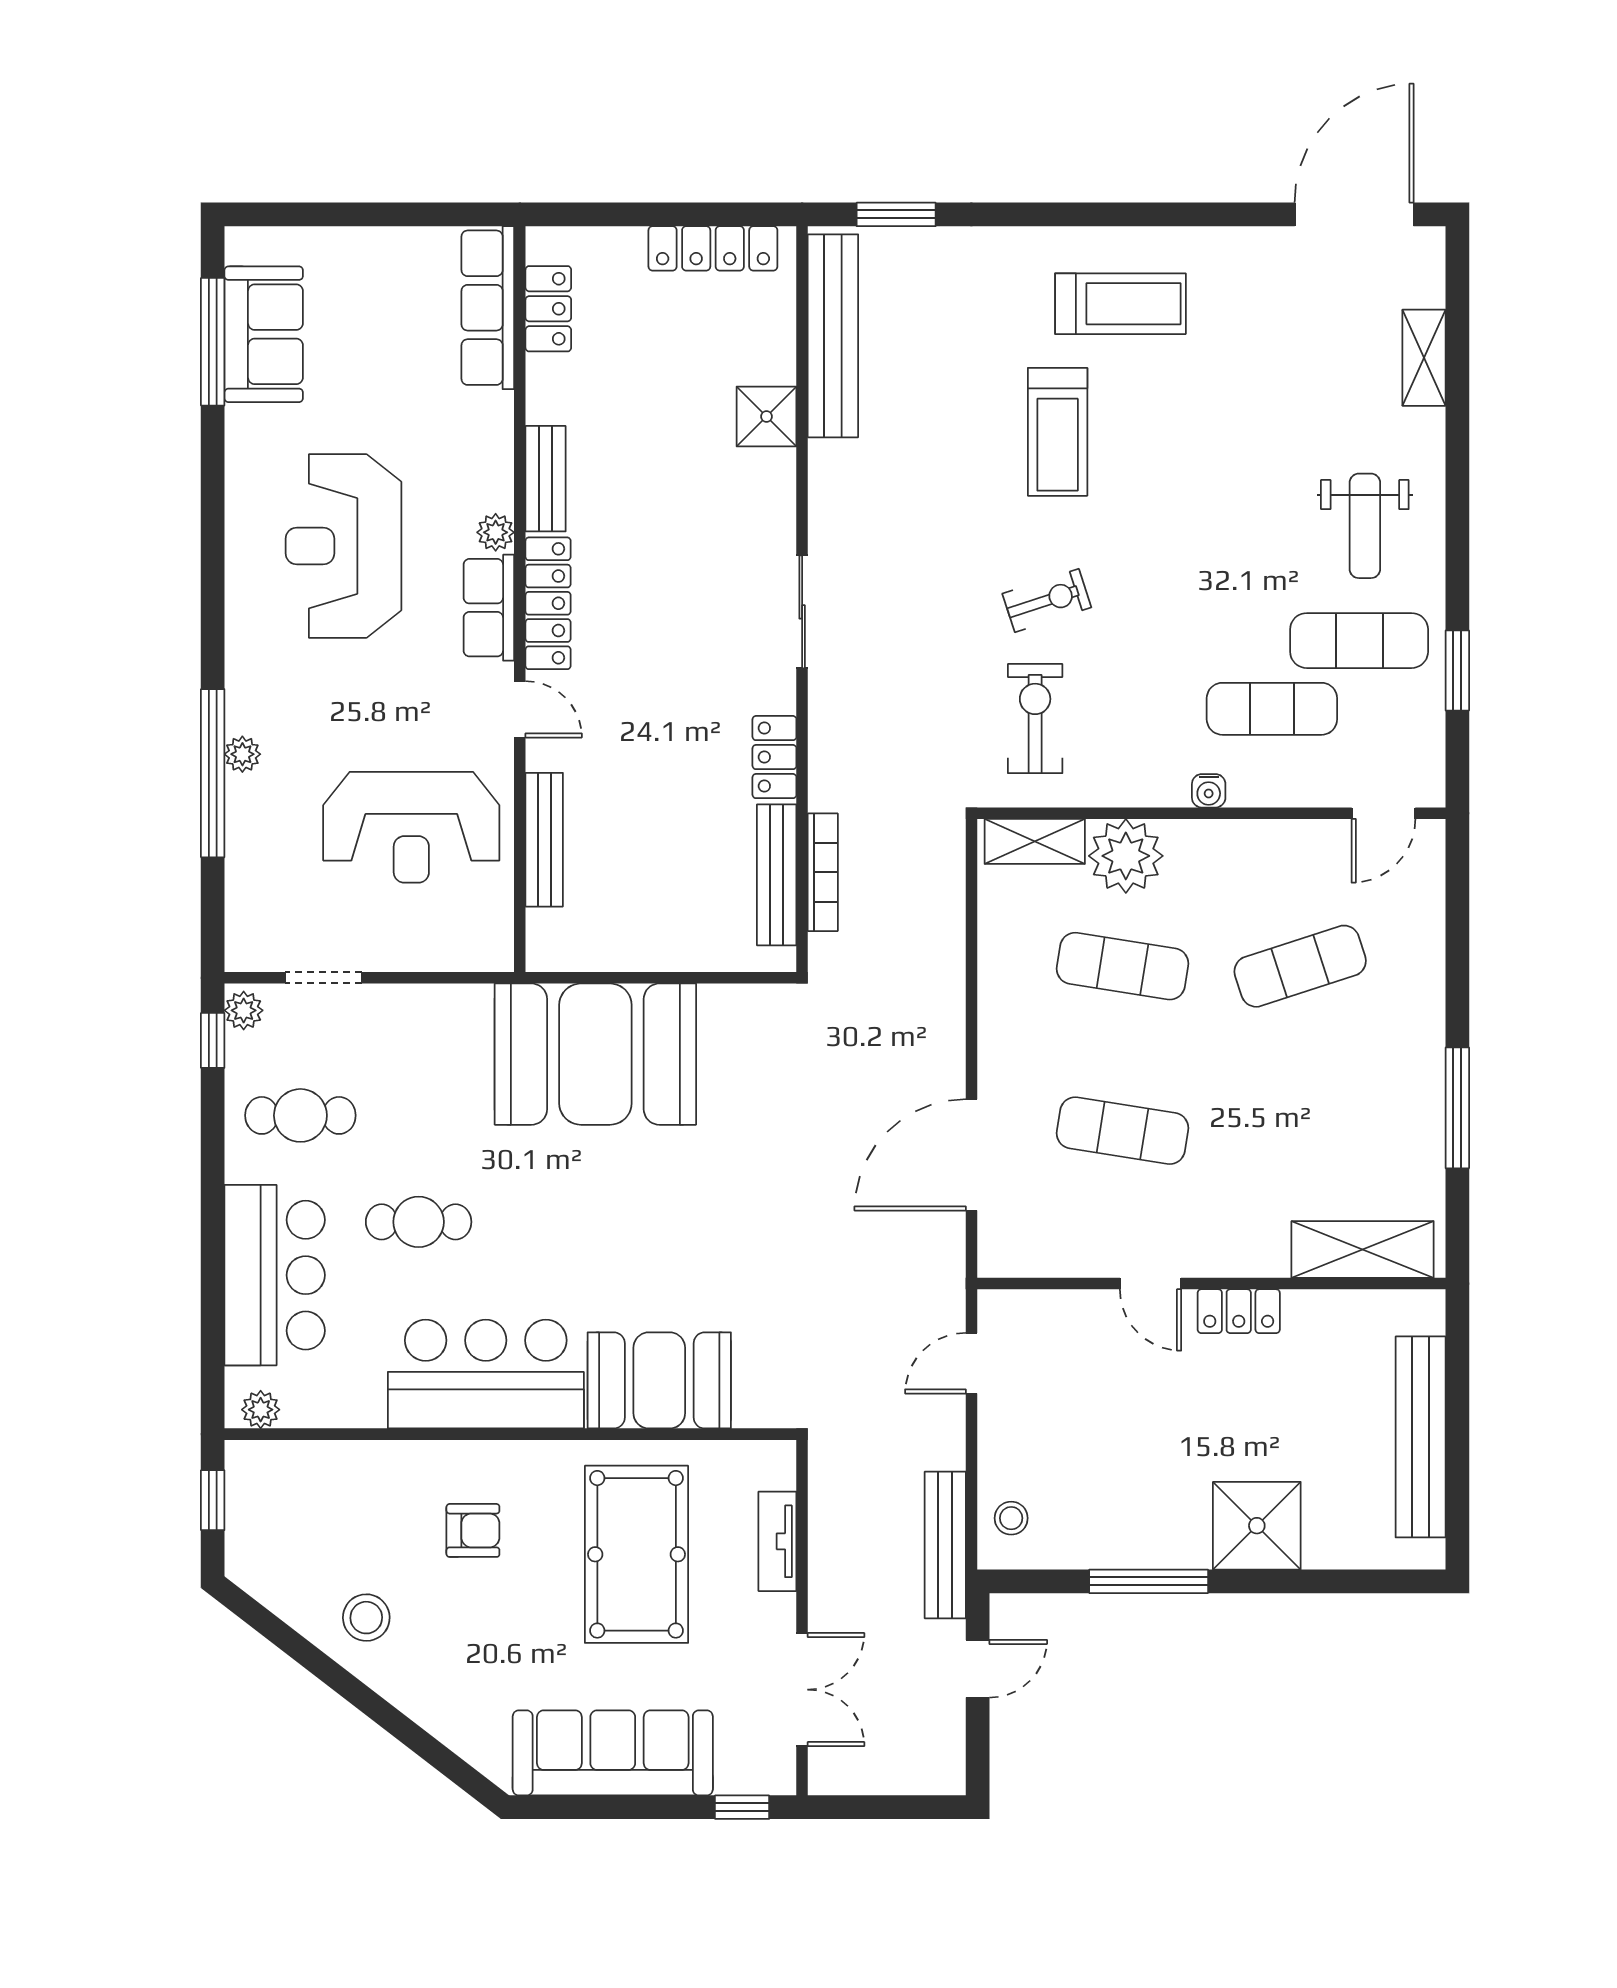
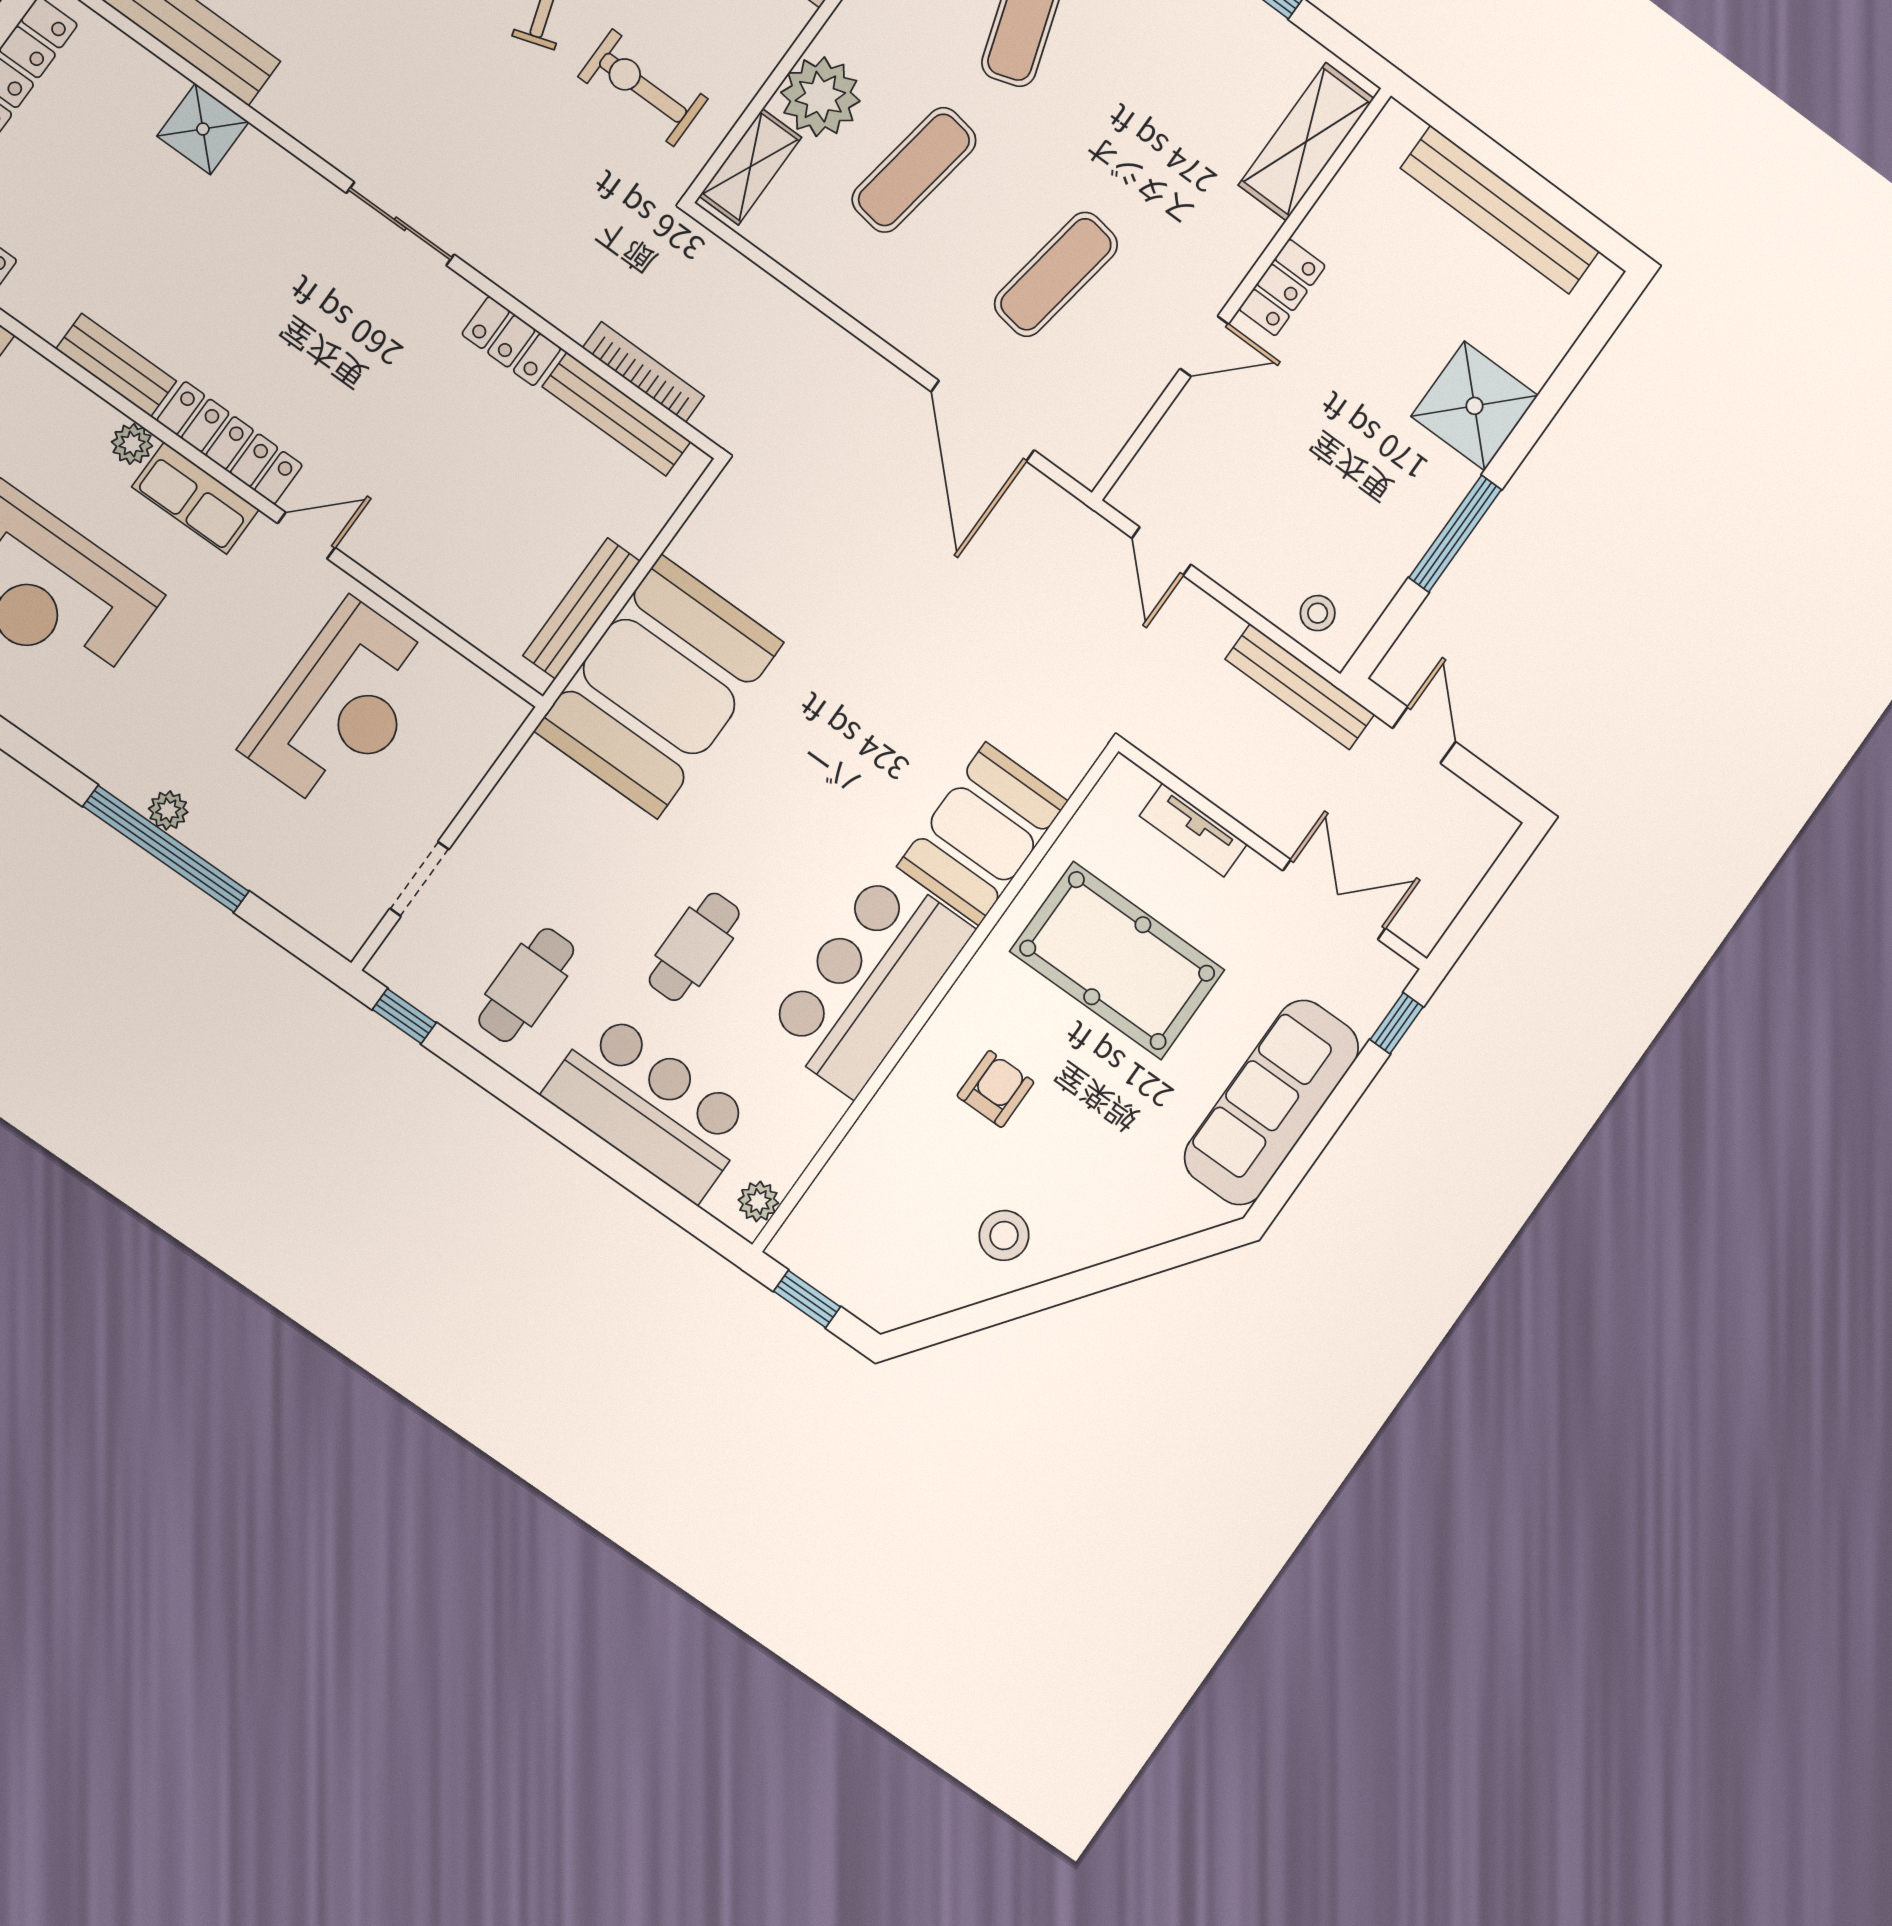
bench: (544, 840) -> (582, 608), moved, turned 90
plant: (244, 1010) -> (397, 970), removed

